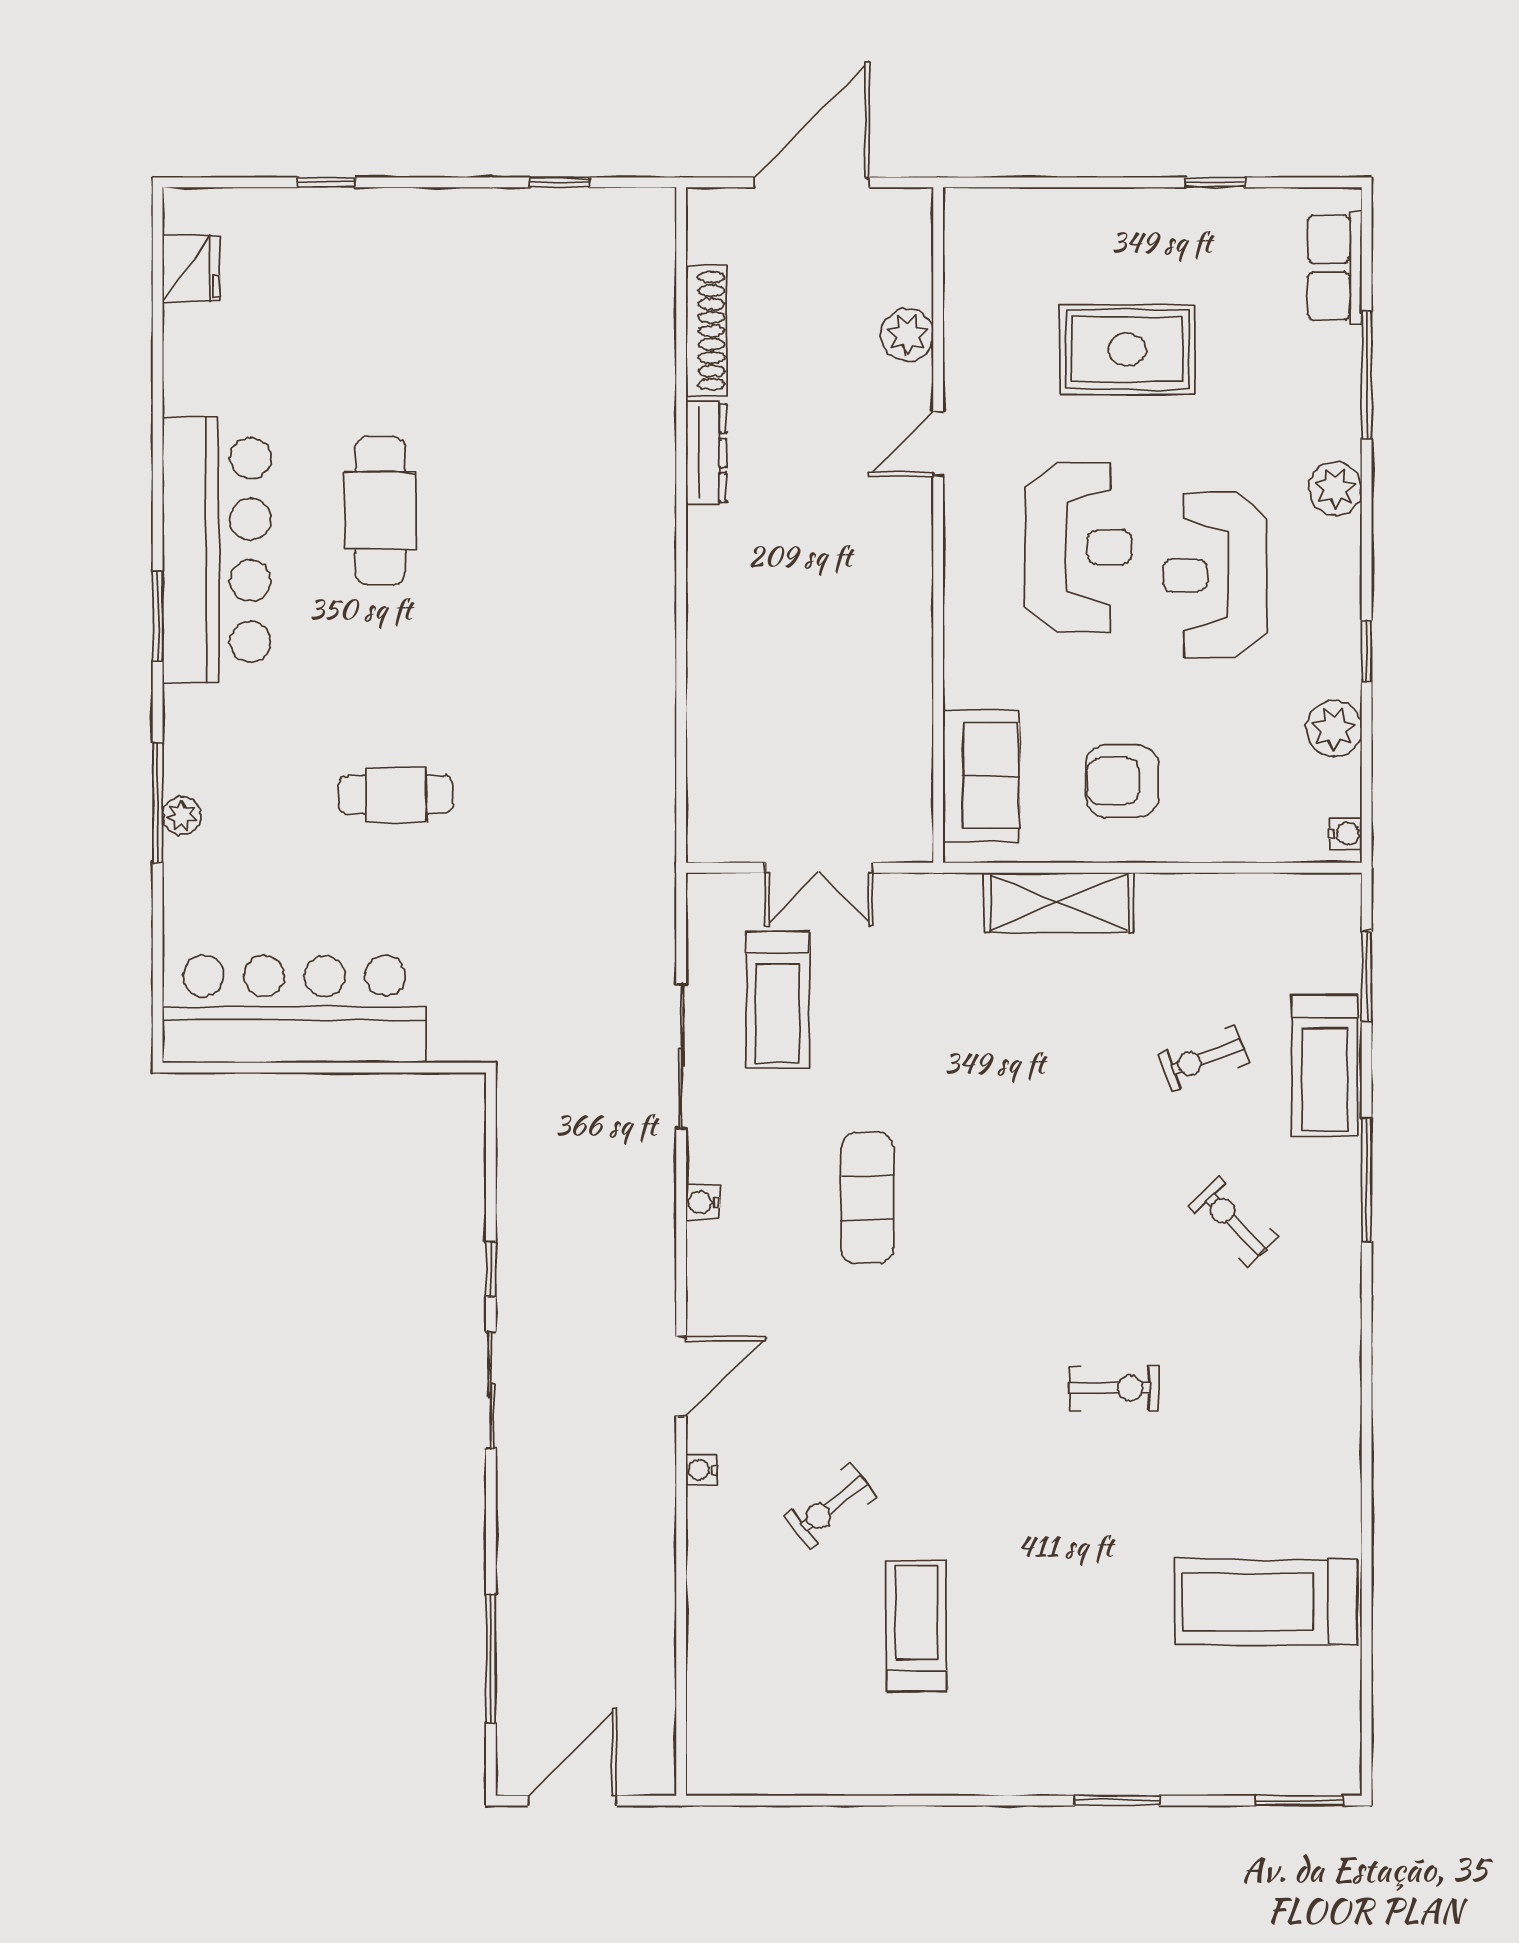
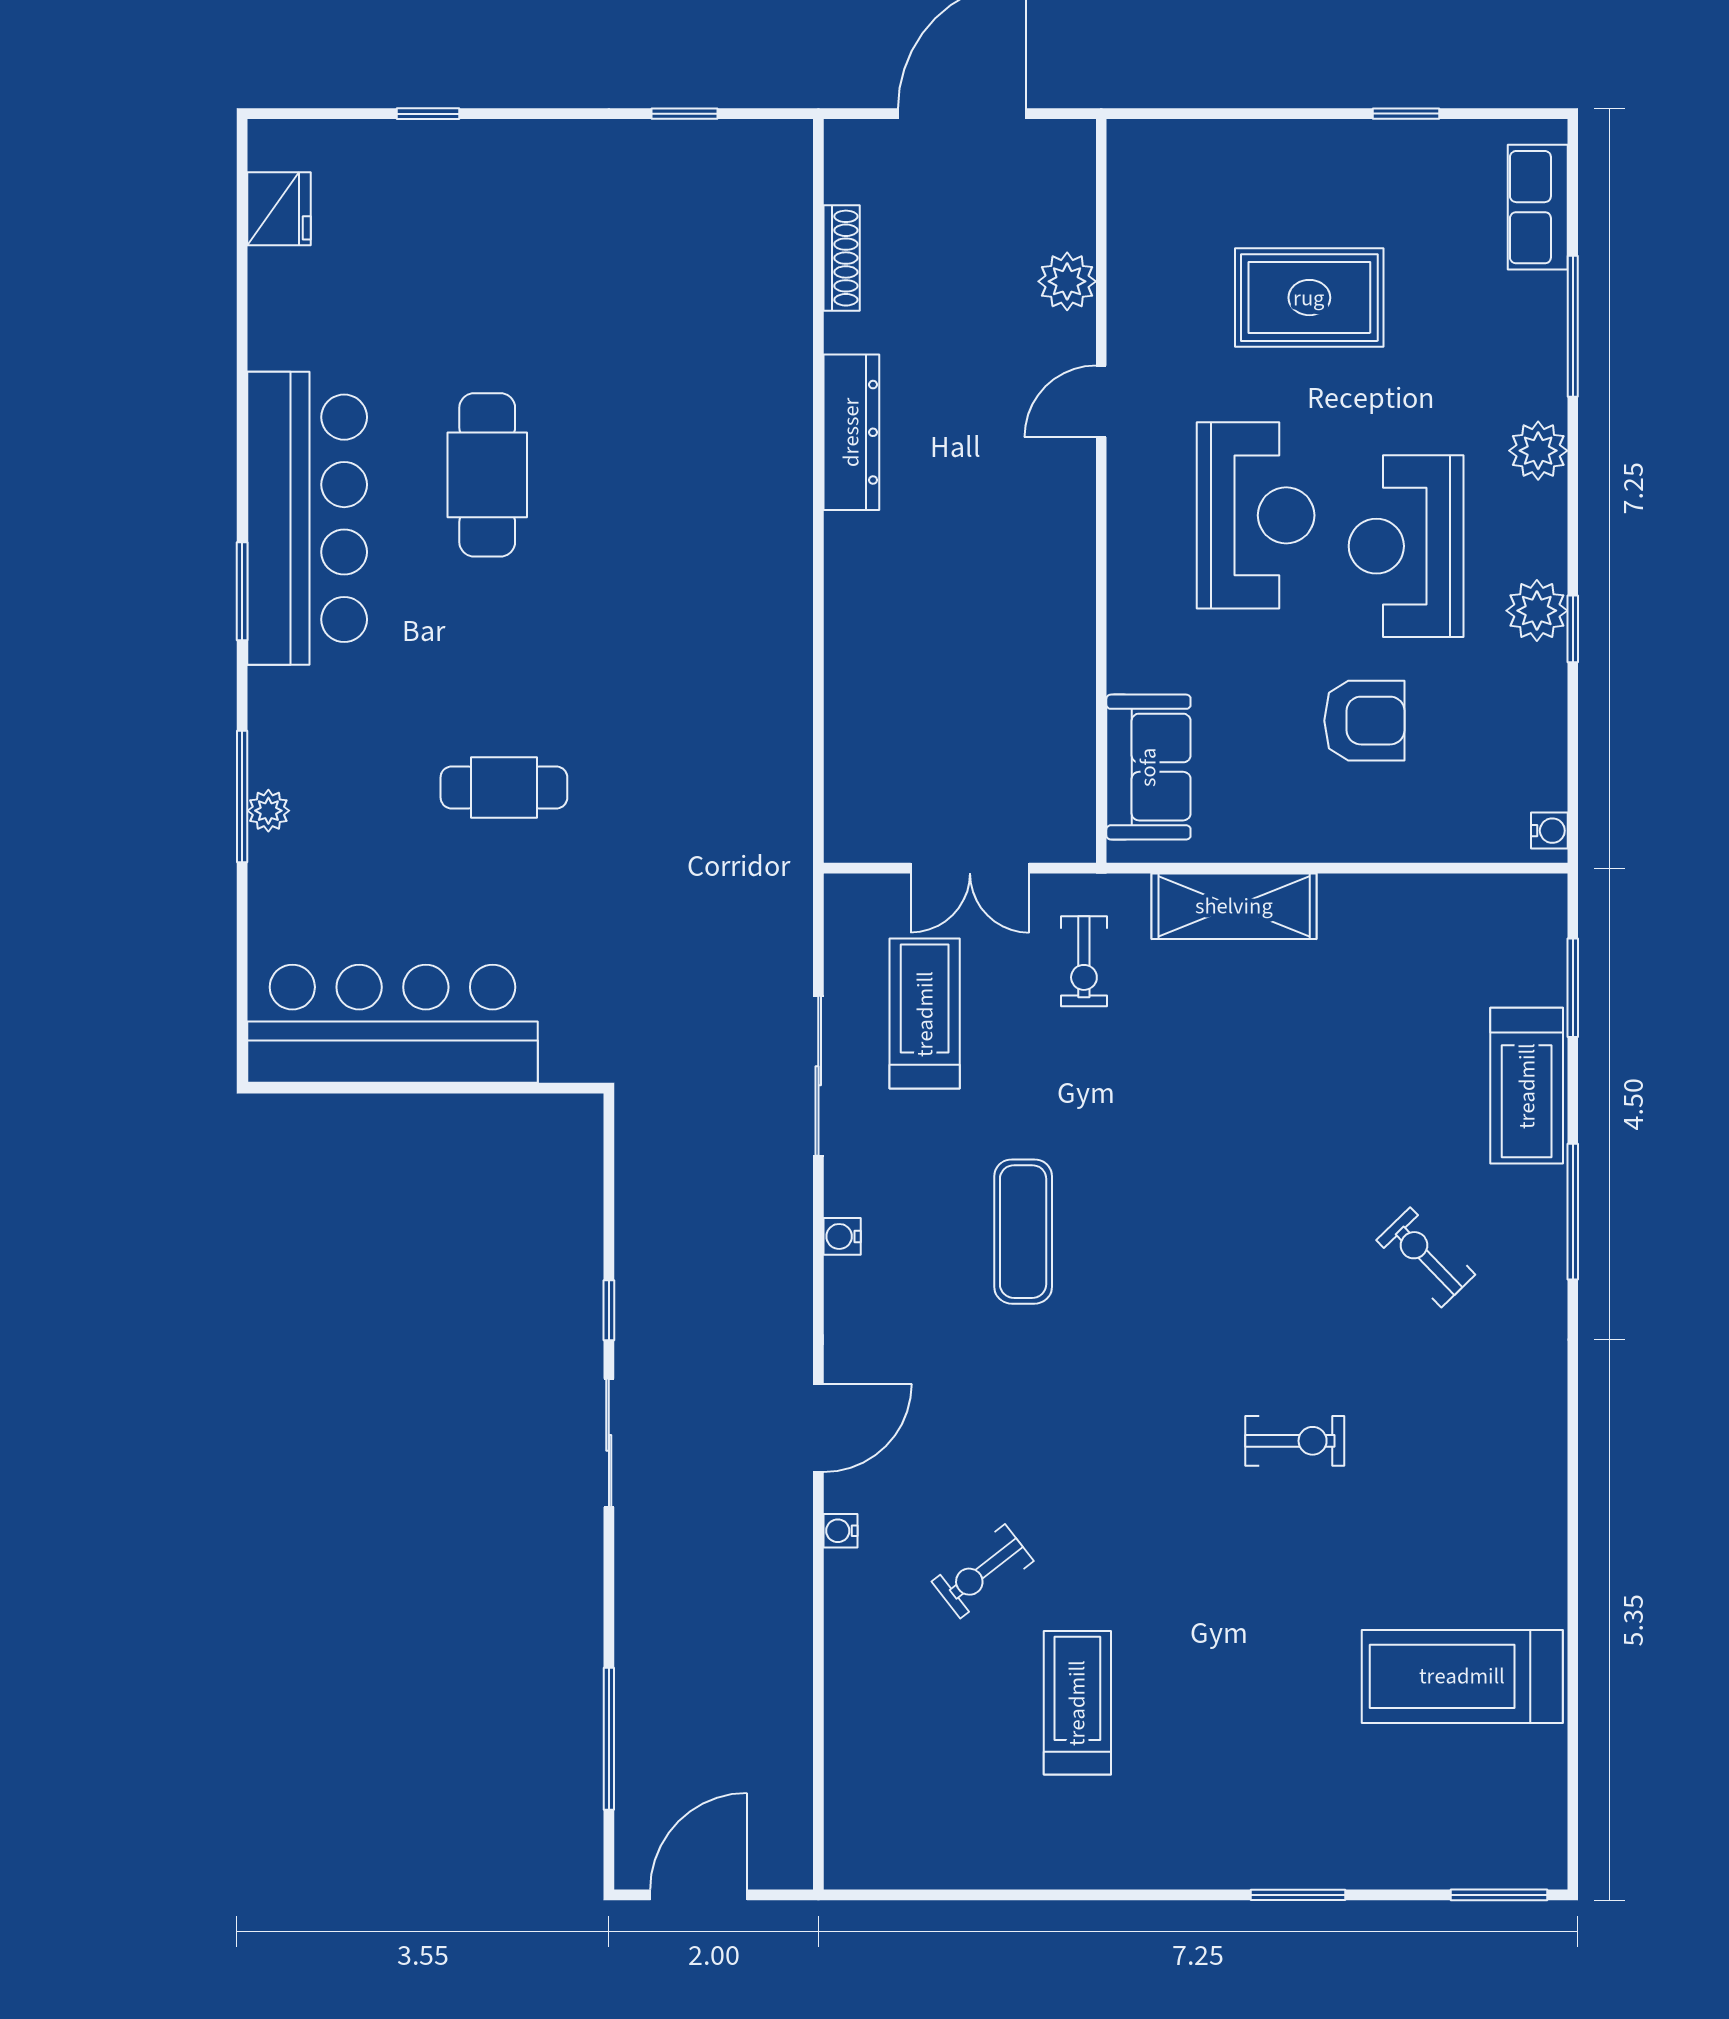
shoe rack: (706, 331) -> (842, 258), width x0.74, depth x0.81
dresser: (706, 453) -> (851, 432), width x1.37, depth x1.24
plant: (1334, 729) -> (1537, 611), moved
armchair: (1122, 781) -> (1364, 721), moved, turned 180
treadmill: (778, 1000) -> (925, 1014), turned 180
exercise bike: (1203, 1059) -> (1084, 961), moved, turned -70

